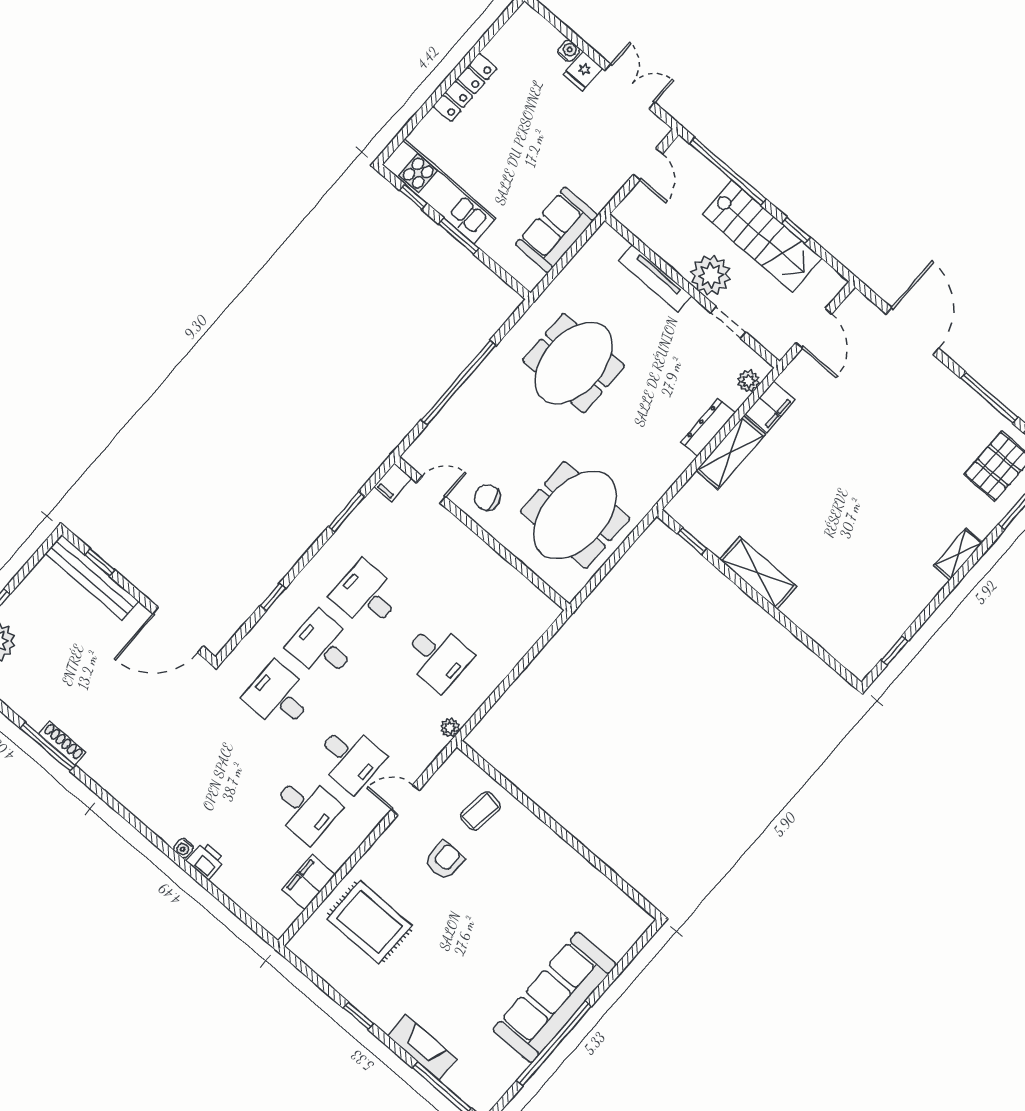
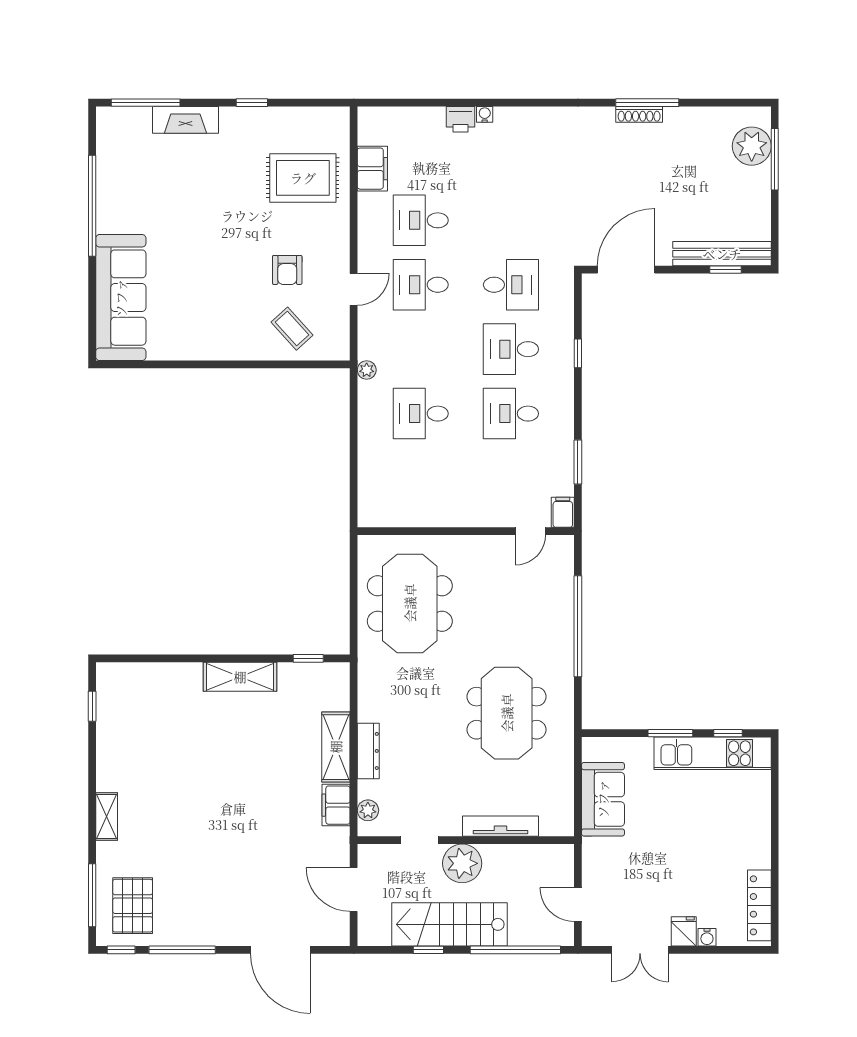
locker: (465, 87) -> (759, 905), moved
chair: (487, 498) -> (485, 561), removed
desk: (366, 595) -> (511, 414), turned 180
desk: (323, 646) -> (511, 349), turned 180
coffee table: (480, 811) -> (292, 329), turned -49
sofa: (554, 997) -> (121, 298), moved

